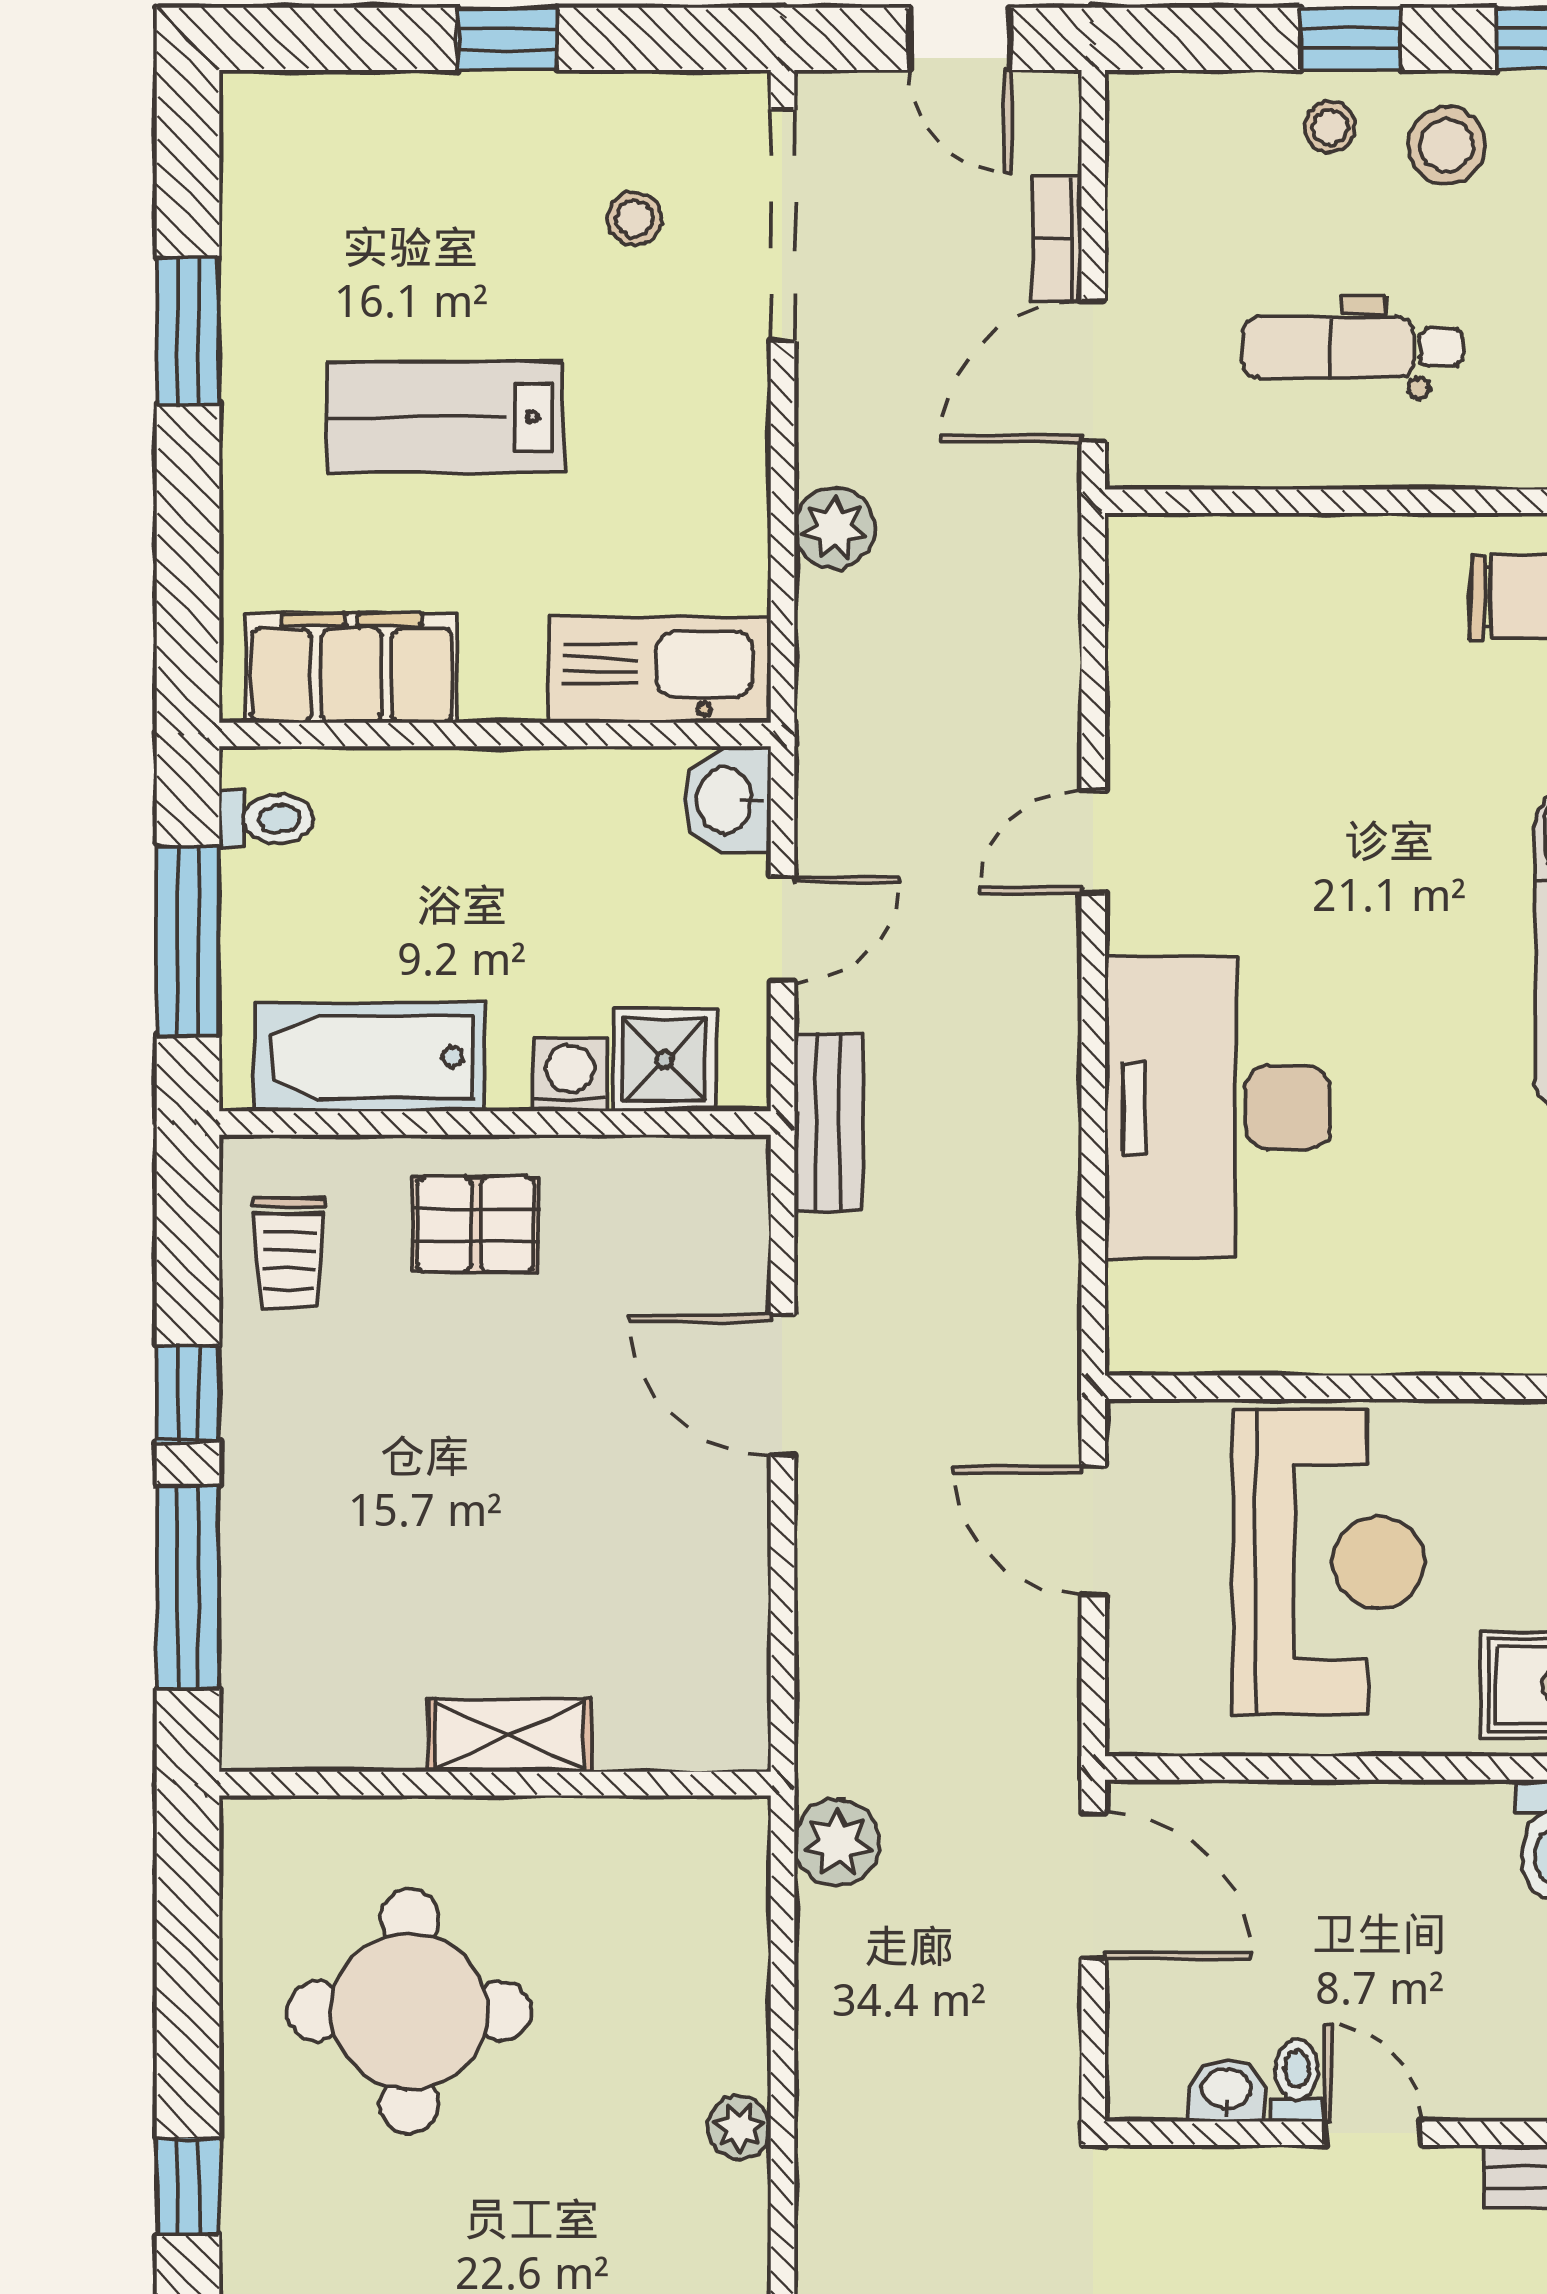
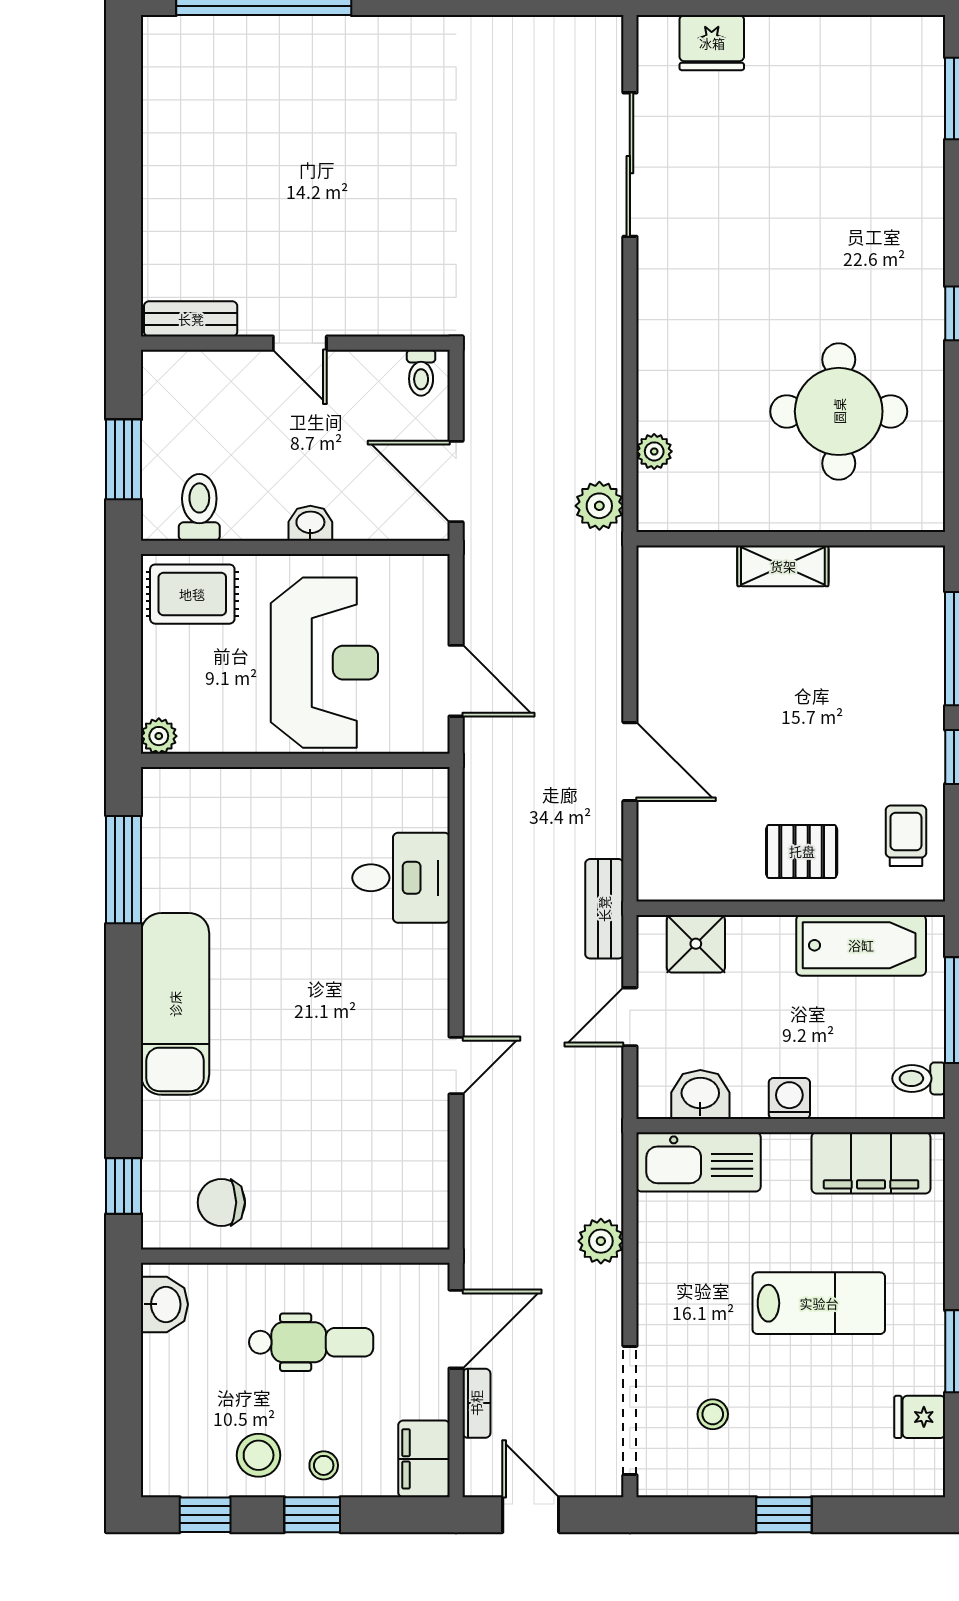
filing cabinet: (1151, 139) -> (424, 1459), added
fridge: (264, 214) -> (920, 1417), added
washbasin: (727, 800) -> (700, 1094), moved, turned -90
washing machine: (570, 1075) -> (789, 1099), moved, turned 180
desk: (1218, 1107) -> (401, 878), width x0.53, depth x0.77
reception desk: (1329, 1562) -> (324, 663), turned 180
toilet: (1297, 2080) -> (421, 373), moved
washbasin: (1226, 2090) -> (310, 523), moved, turned 180
plant: (739, 2128) -> (654, 451), moved

